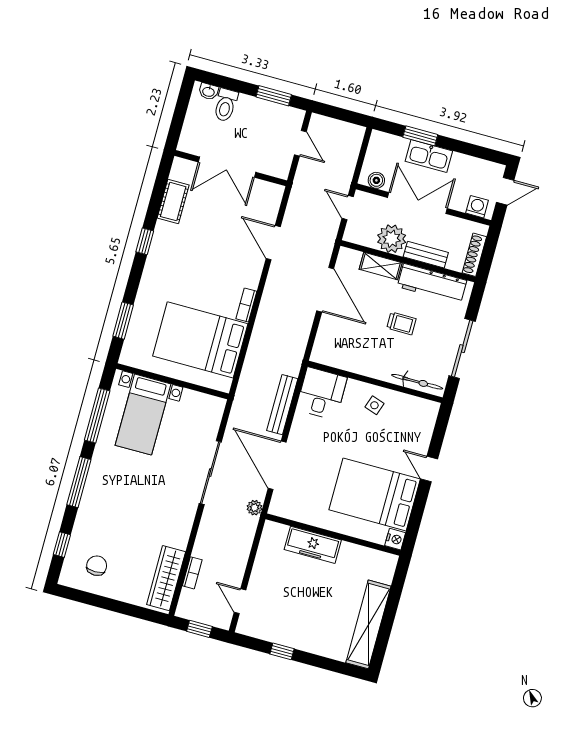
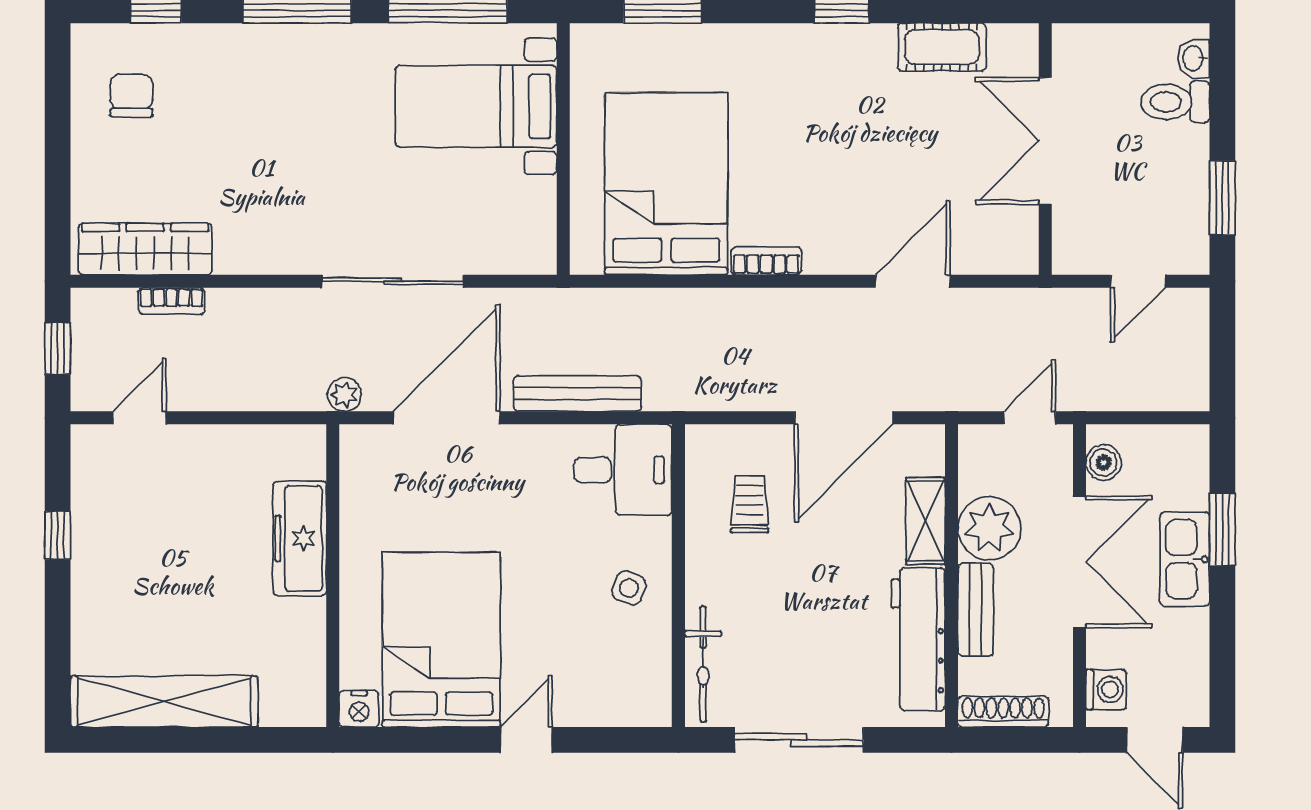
trolley: (401, 323) -> (750, 504), moved, turned 180
chair: (97, 566) -> (131, 96), turned -90

